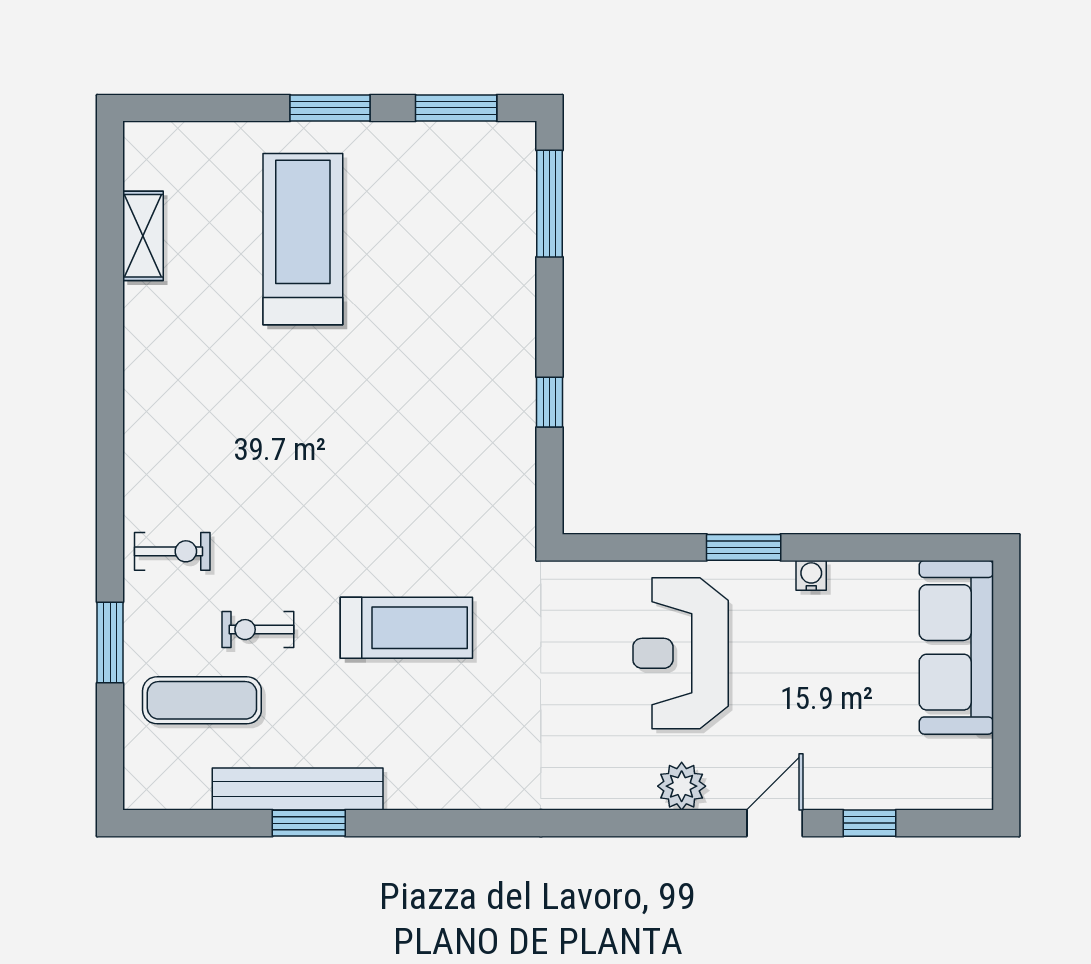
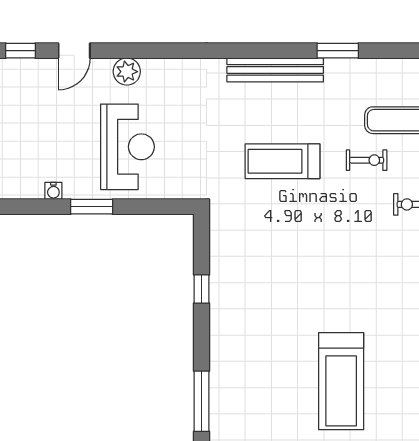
bench: (298, 789) -> (275, 70), moved

